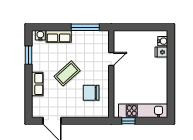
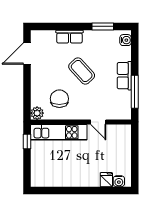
row of seats: (59, 36) -> (124, 76), moved
kitchen unit: (143, 111) -> (59, 132), moved, turned 90
plant: (104, 112) -> (37, 113), added

